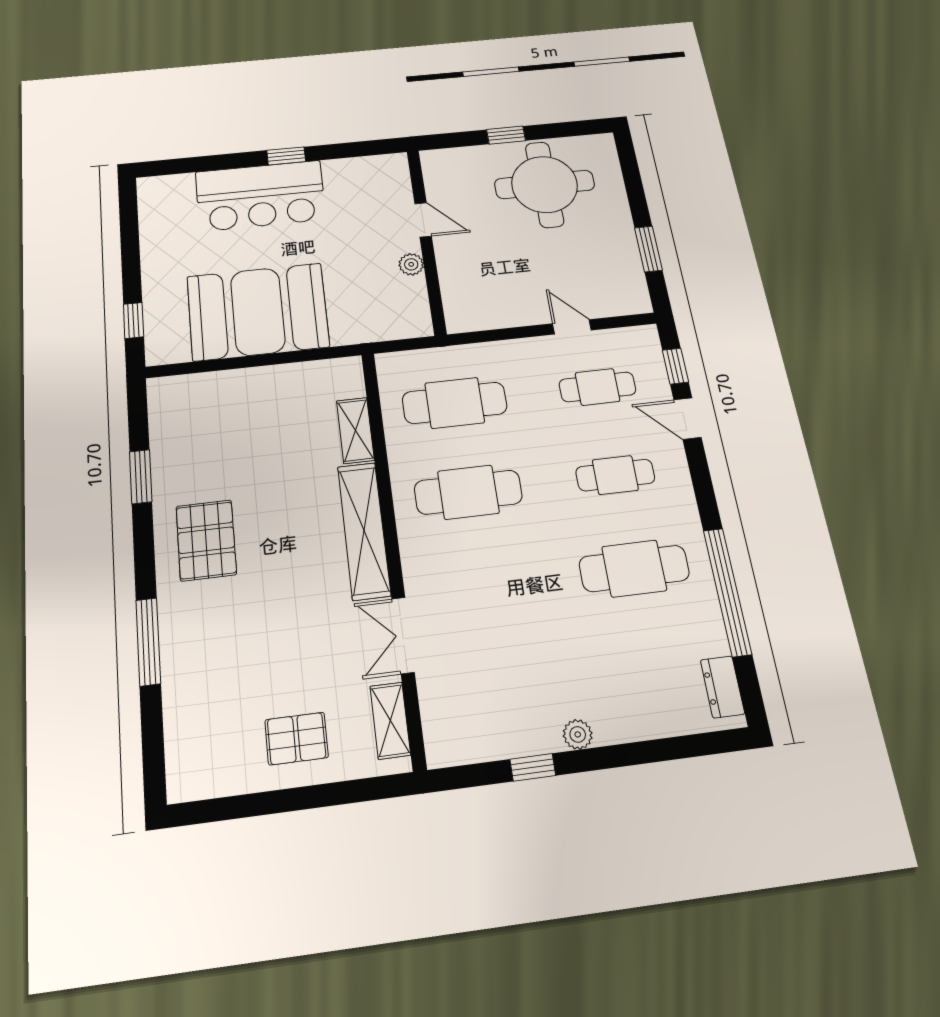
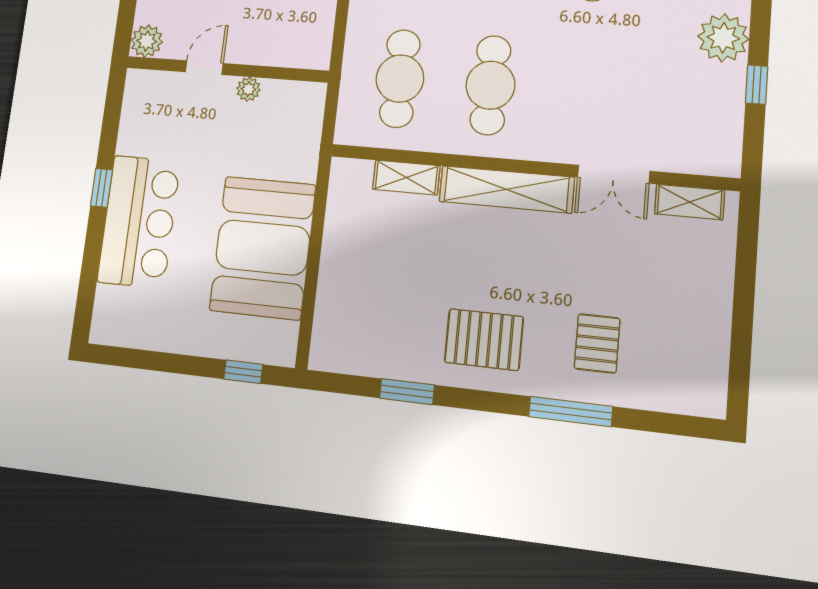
plant: (437, 163) -> (147, 41), added
plant: (578, 734) -> (723, 38), width x1.87, depth x1.87
pallet: (297, 739) -> (597, 343), moved

